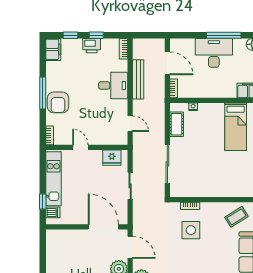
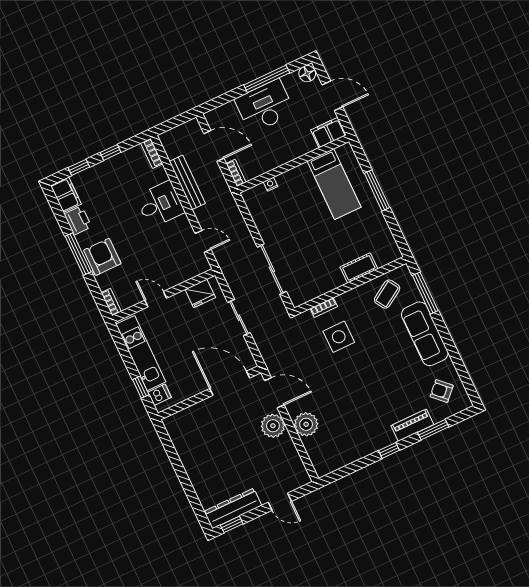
printer: (92, 46) -> (78, 220), moved, turned -90
armchair: (58, 102) -> (102, 257), turned 180
cot: (177, 124) -> (359, 268), moved, turned 90

